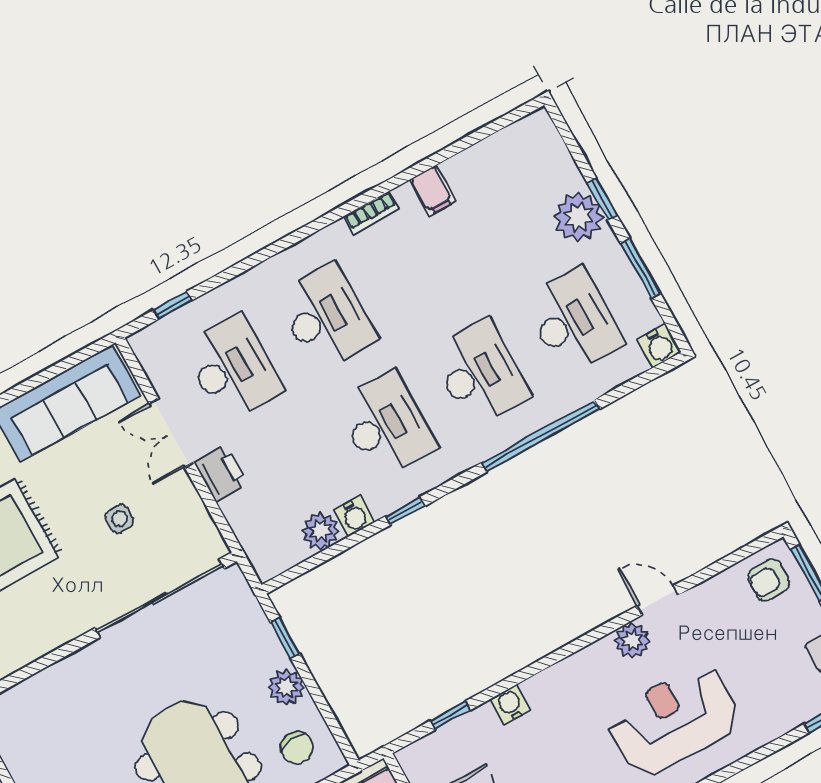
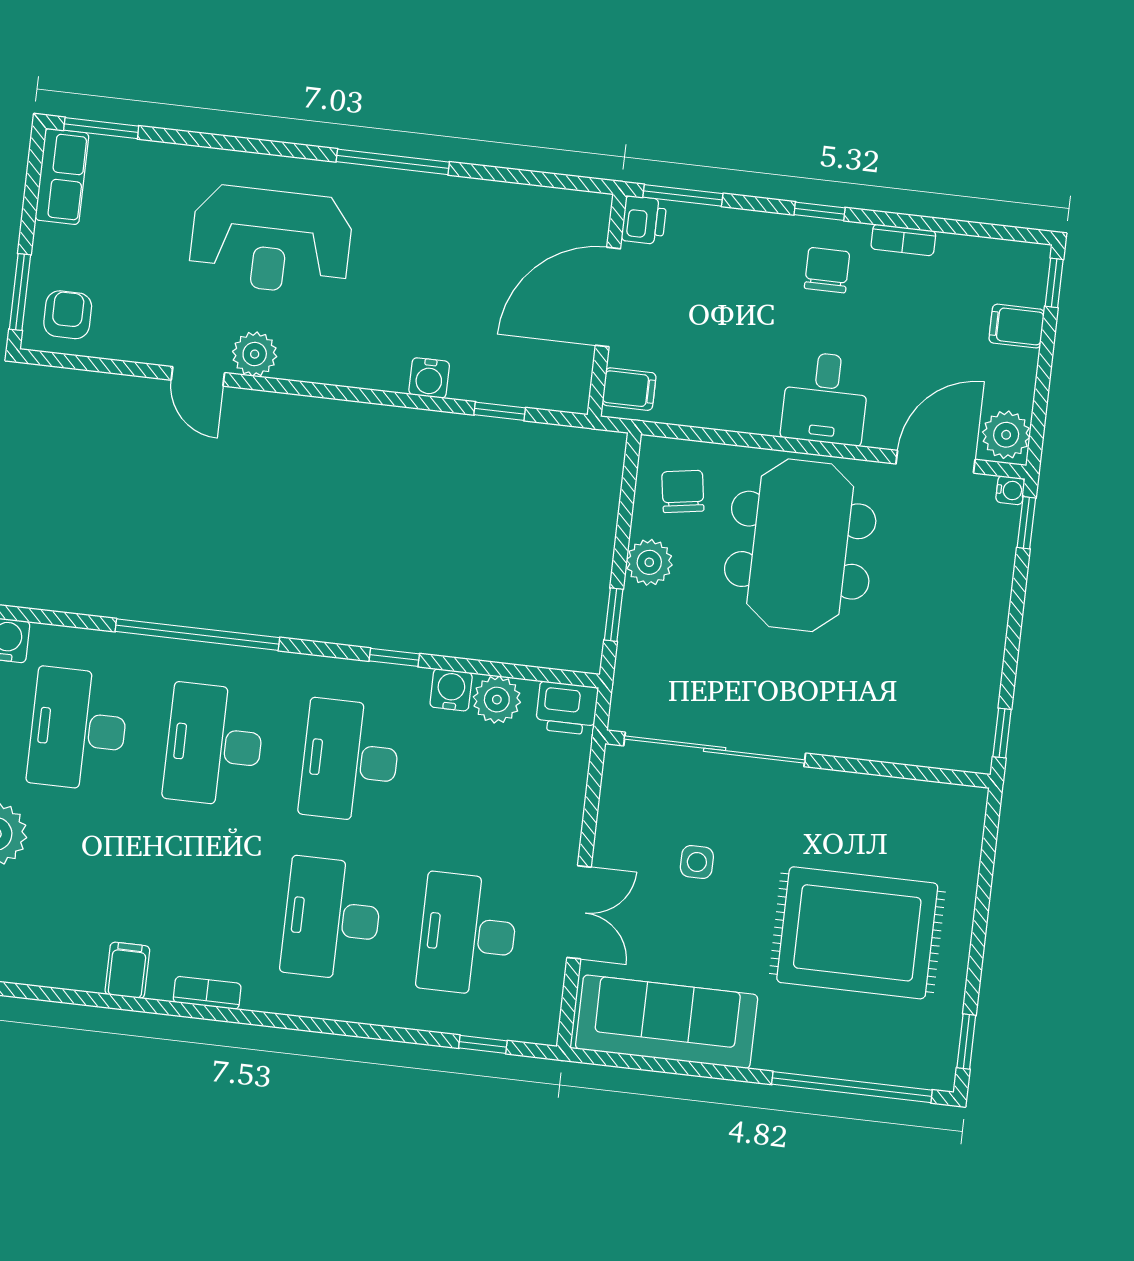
printer: (221, 473) -> (567, 708), moved, turned -90
armchair: (769, 580) -> (68, 315), turned -90

